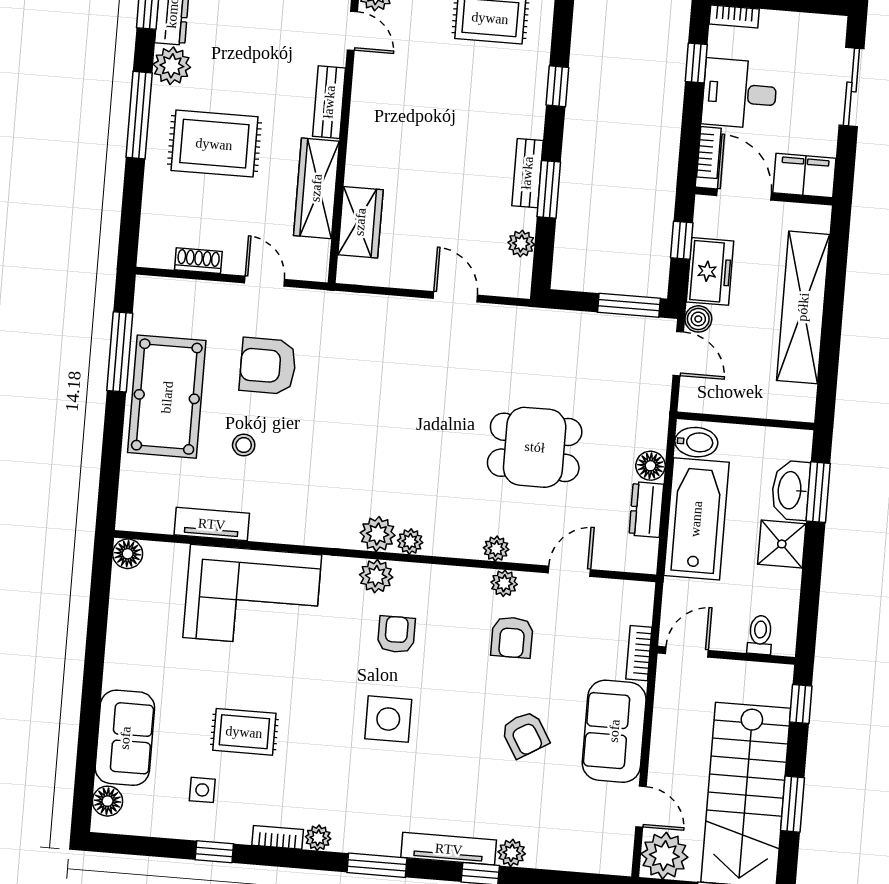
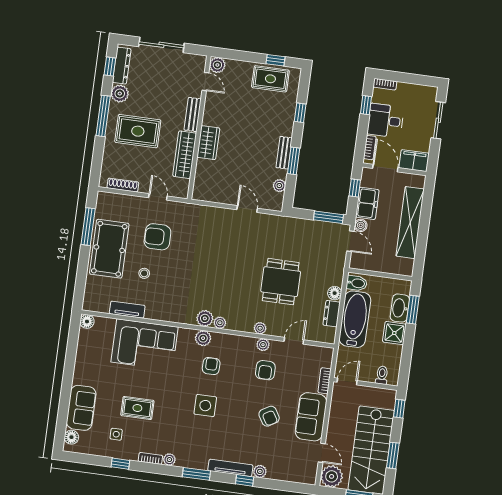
wardrobe: (360, 222) -> (208, 143), moved
shoe rack: (198, 261) -> (123, 185), width x1.43
dining table: (535, 447) -> (281, 282), turned 90

